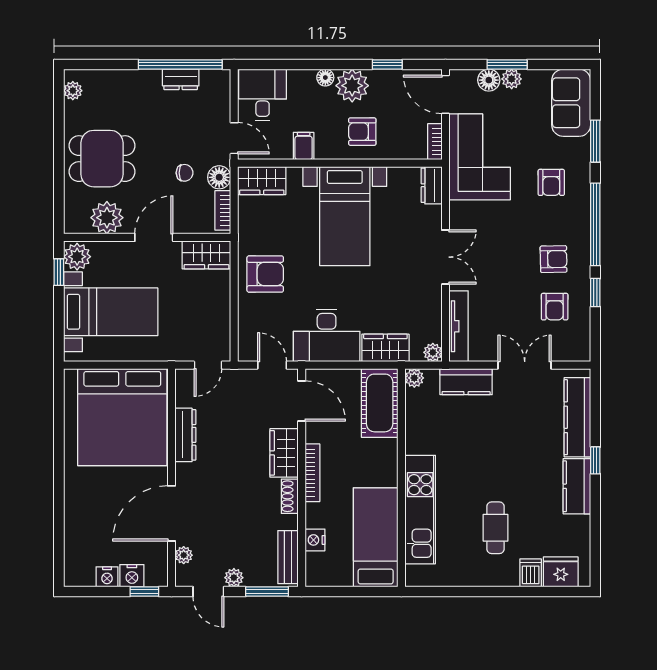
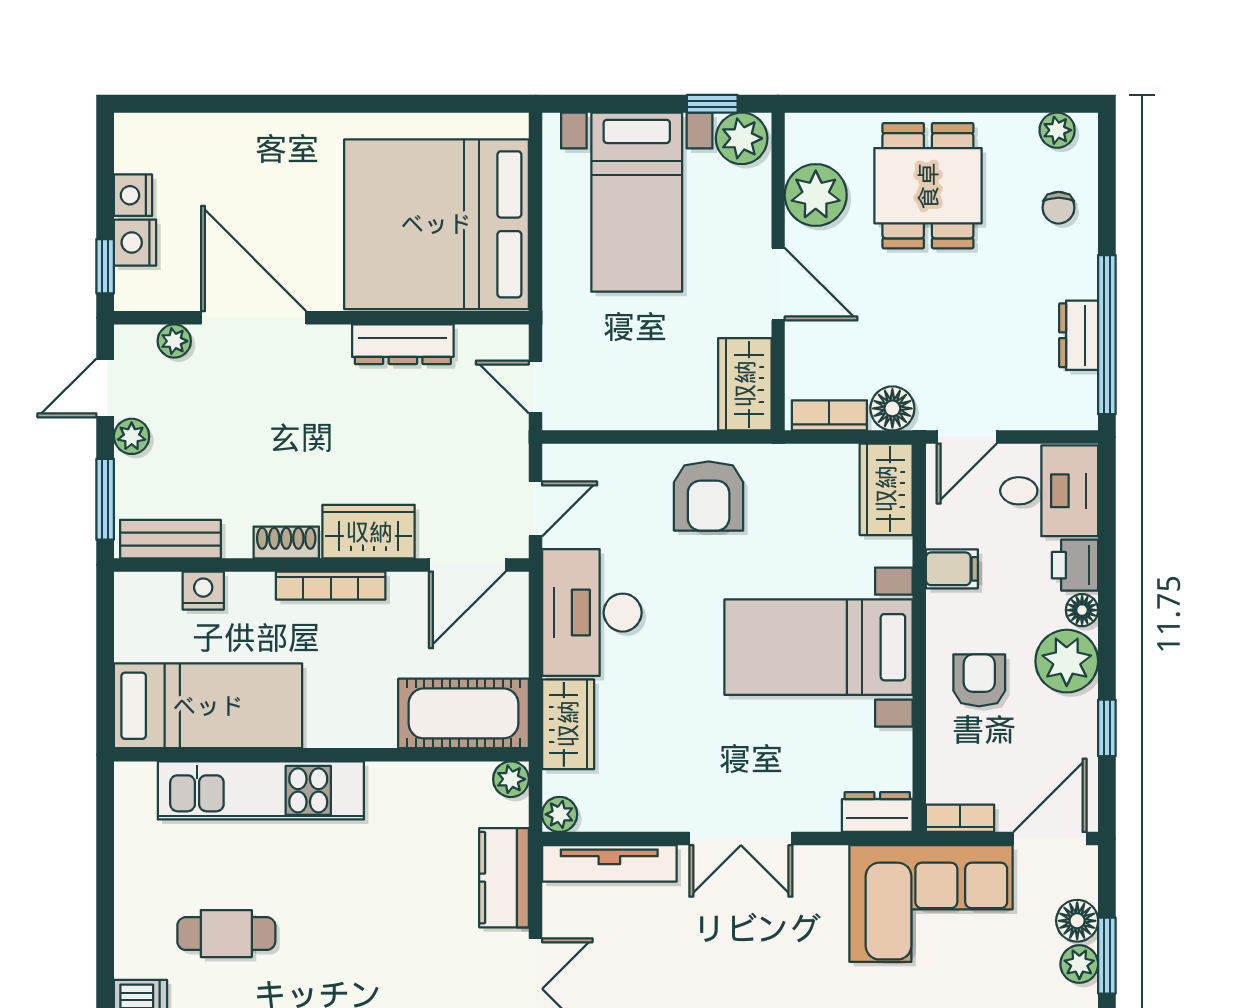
printer: (302, 81) -> (1075, 565), added
chair: (185, 173) -> (1059, 208), moved

